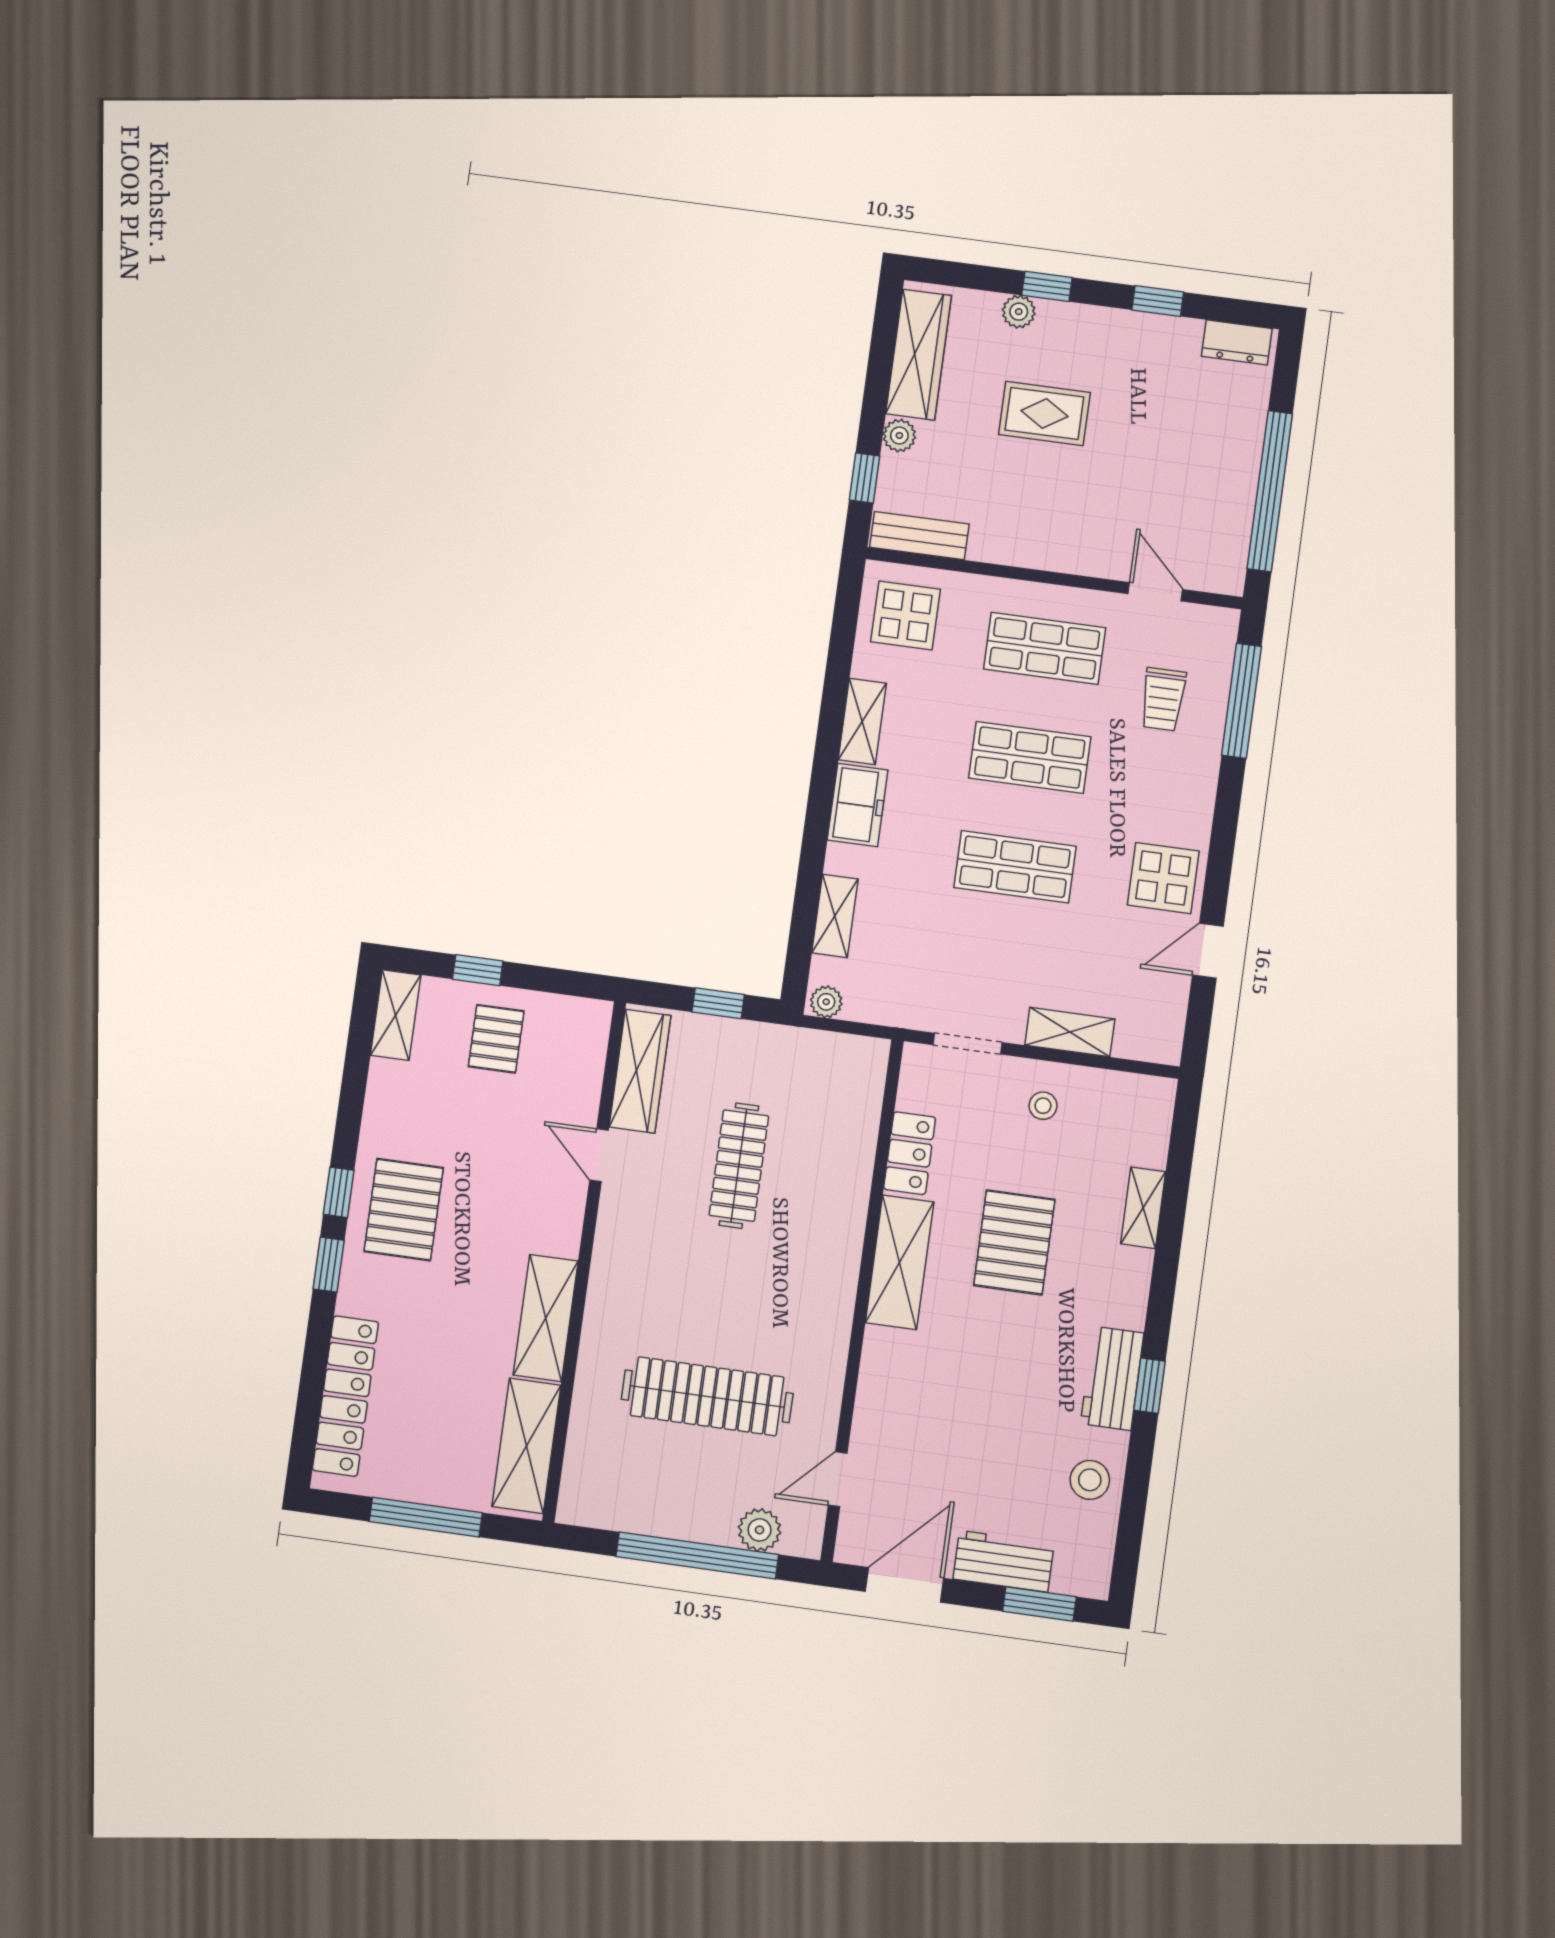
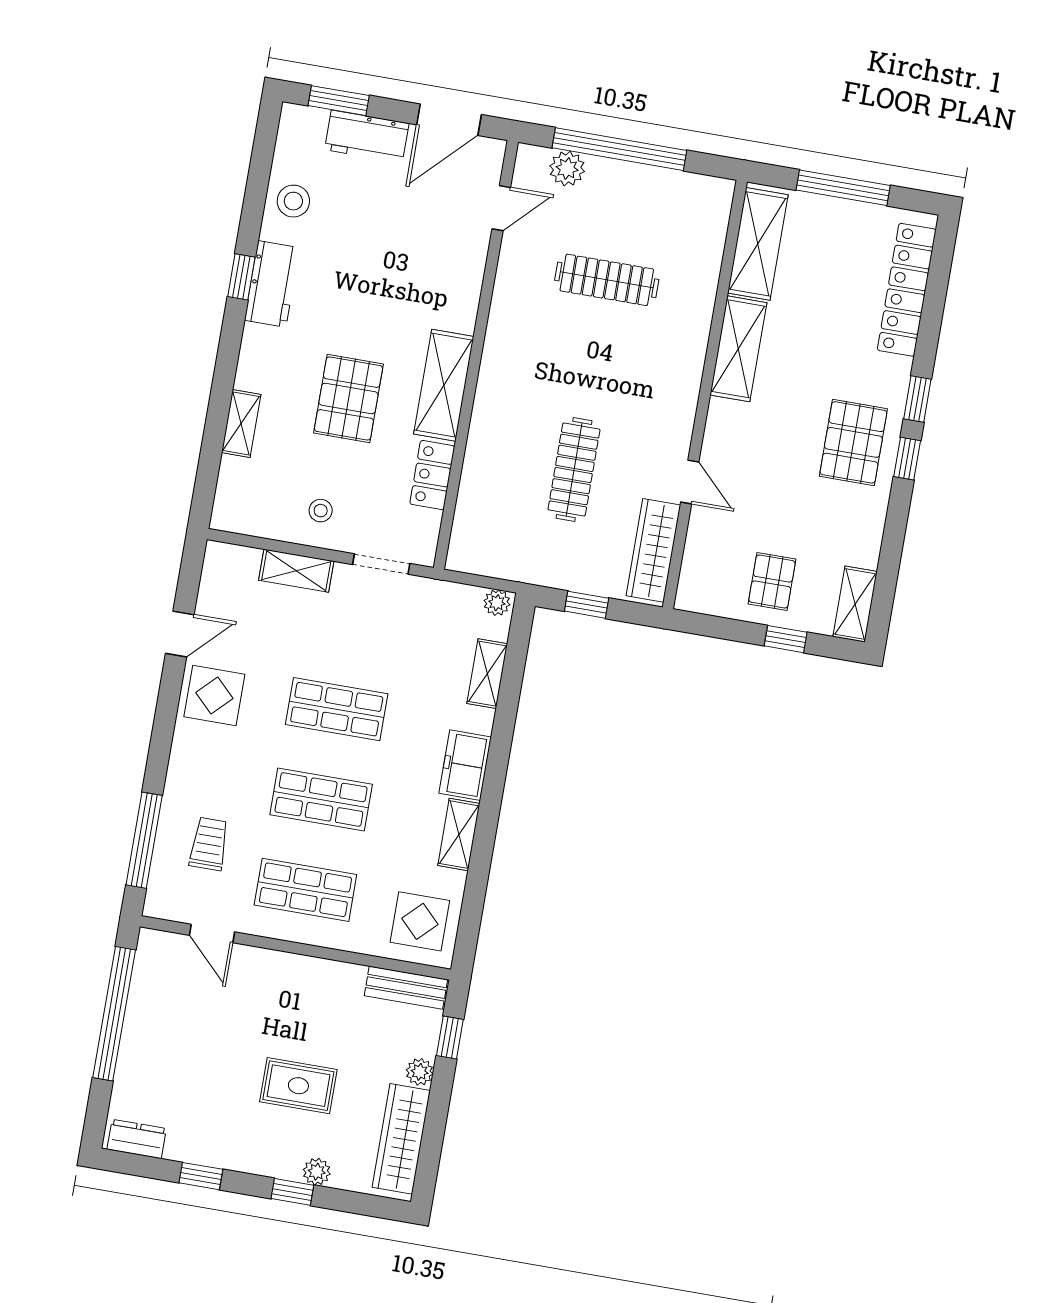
clothes rail: (707, 1396) -> (607, 280), width x0.73, depth x0.76

